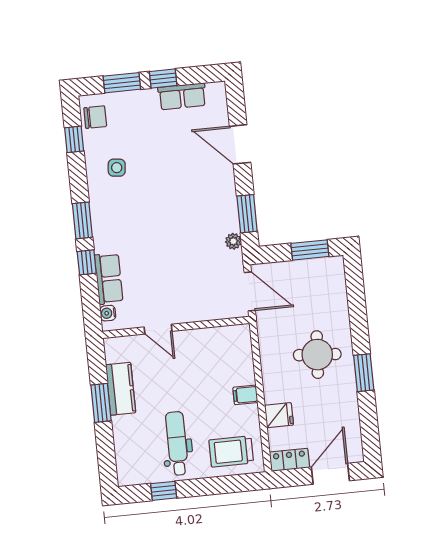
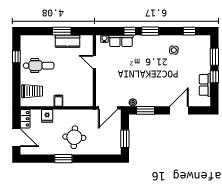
chair: (95, 117) -> (199, 42), removed
door: (158, 329) -> (94, 62), hinge flipped
trolley: (231, 451) -> (32, 91), turned 90

